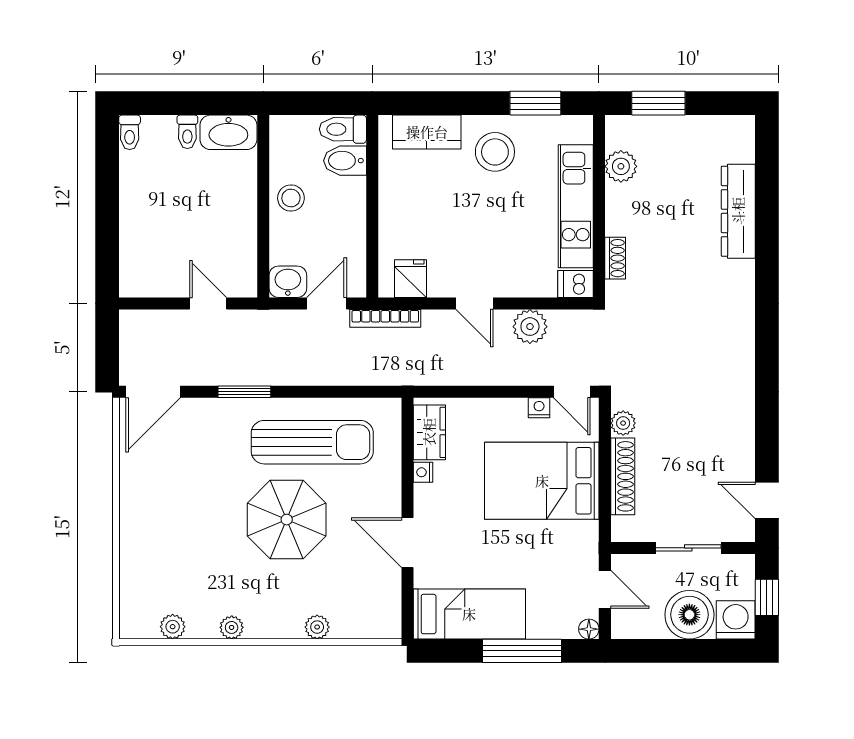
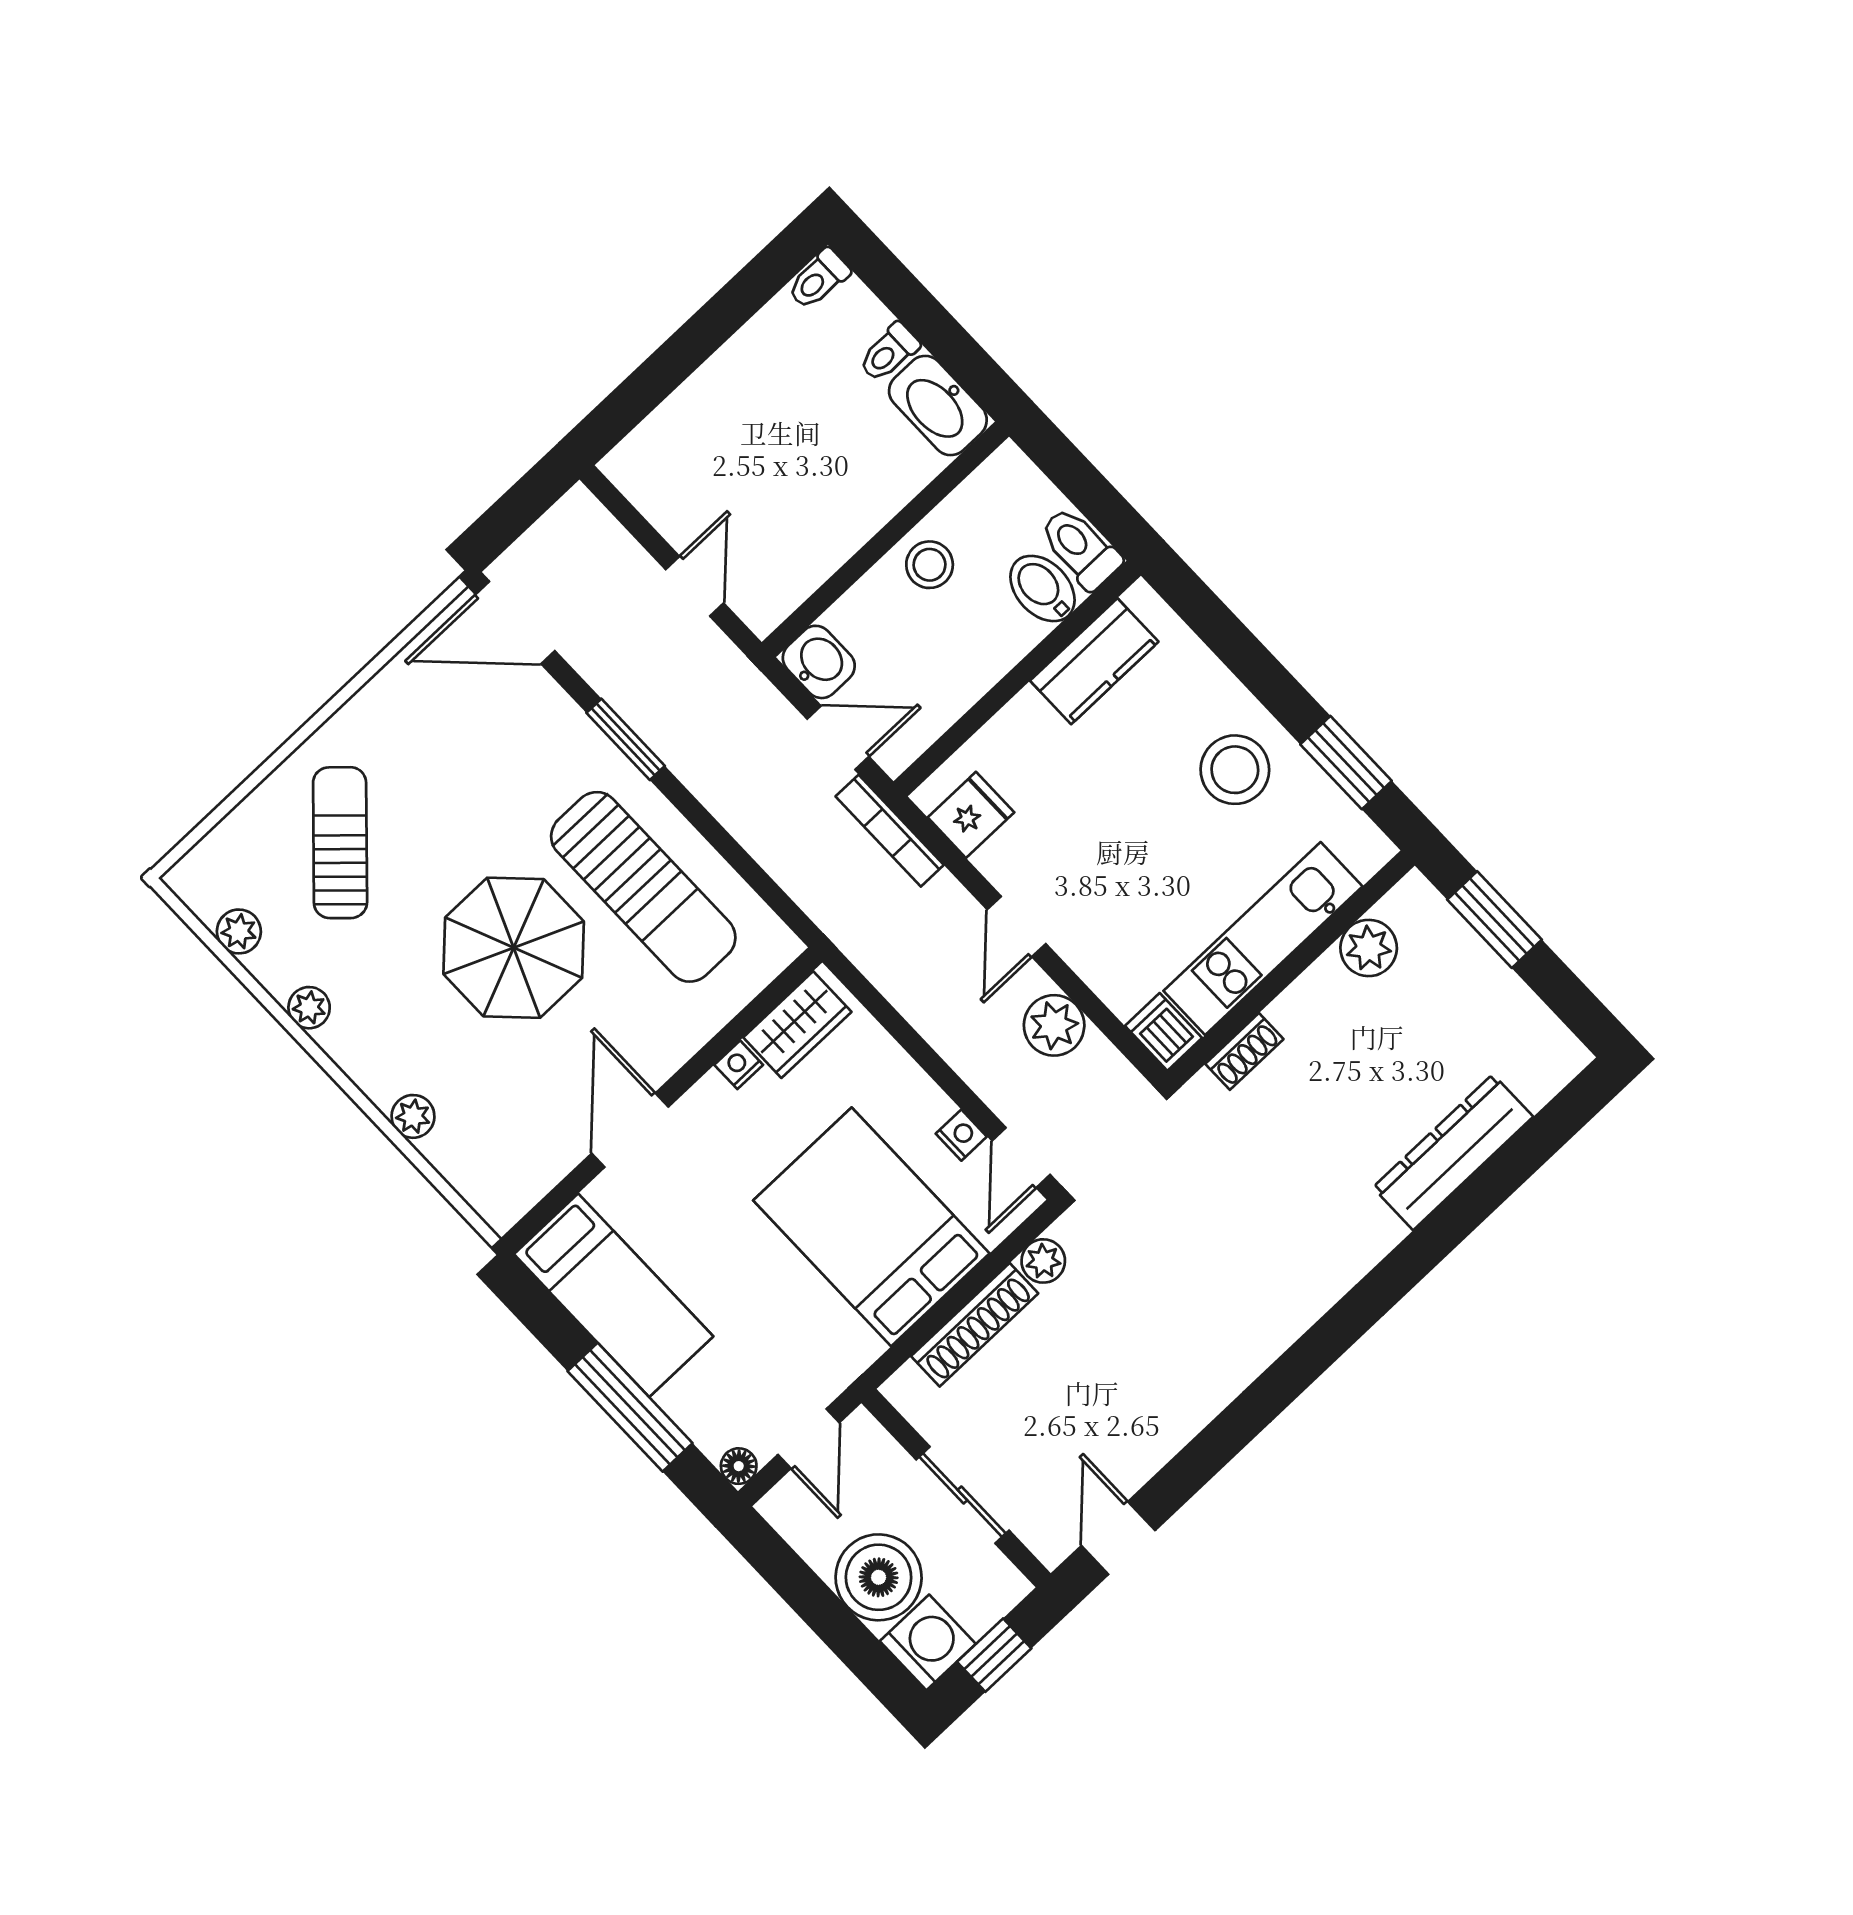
kitchen counter: (427, 132) -> (1094, 661), moved, turned -90
sun lounger: (175, 550) -> (340, 843), added

